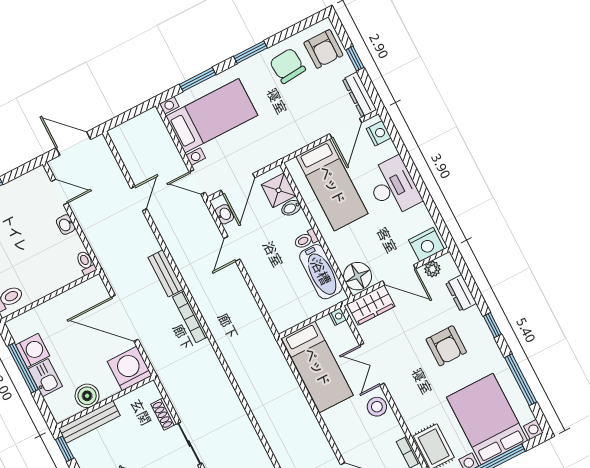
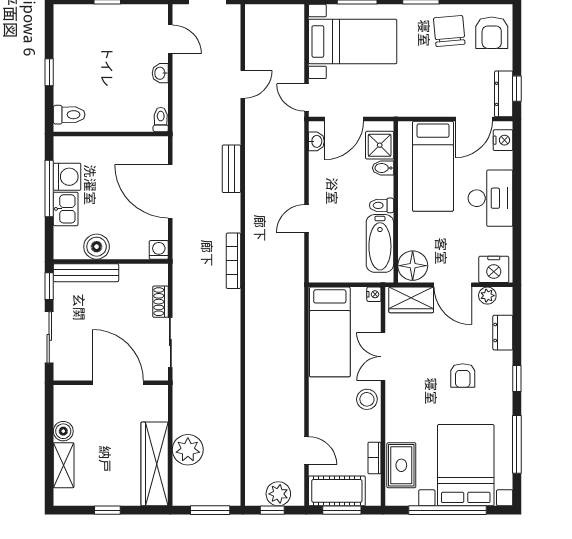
window: (355, 59) -> (517, 89), moved
door: (232, 249) -> (306, 219), moved
bookcase: (190, 317) -> (233, 261), moved
armchair: (446, 346) -> (463, 375), width x0.72, depth x0.72
washing machine: (130, 368) -> (159, 250), width x0.53, depth x0.53

